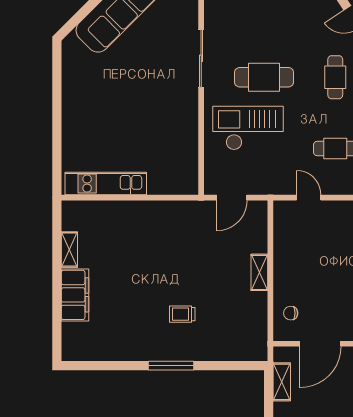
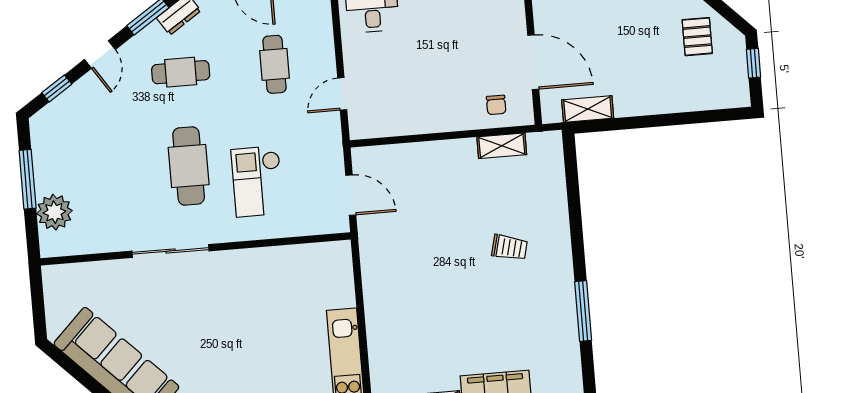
checkout: (248, 128) -> (257, 181), width x0.73, depth x0.83
shelving: (259, 272) -> (502, 146), moved
trolley: (182, 314) -> (510, 247), turned -76
window: (171, 366) -> (583, 311), moved

